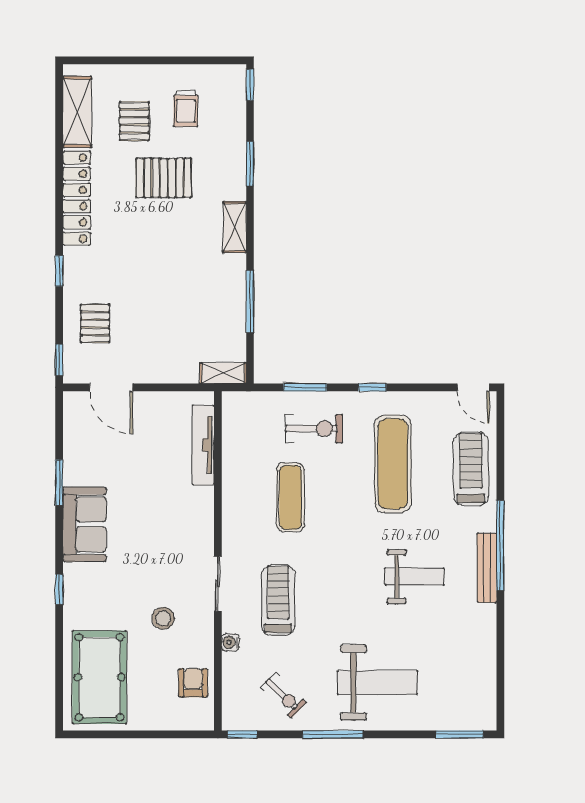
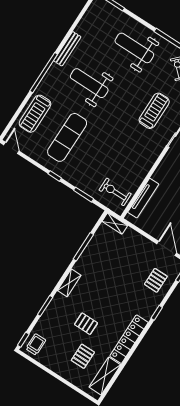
trolley: (186, 109) -> (36, 344), moved
pallet: (164, 178) -> (86, 324), width x0.67, depth x0.71
exercise bike: (314, 429) -> (115, 192), moved
exercise mat: (290, 497) -> (120, 152), removed
bench: (487, 568) -> (67, 49), moved
weight bench: (414, 577) -> (89, 83), width x1.36, depth x1.33
treadmill: (278, 600) -> (154, 111), turned 180

